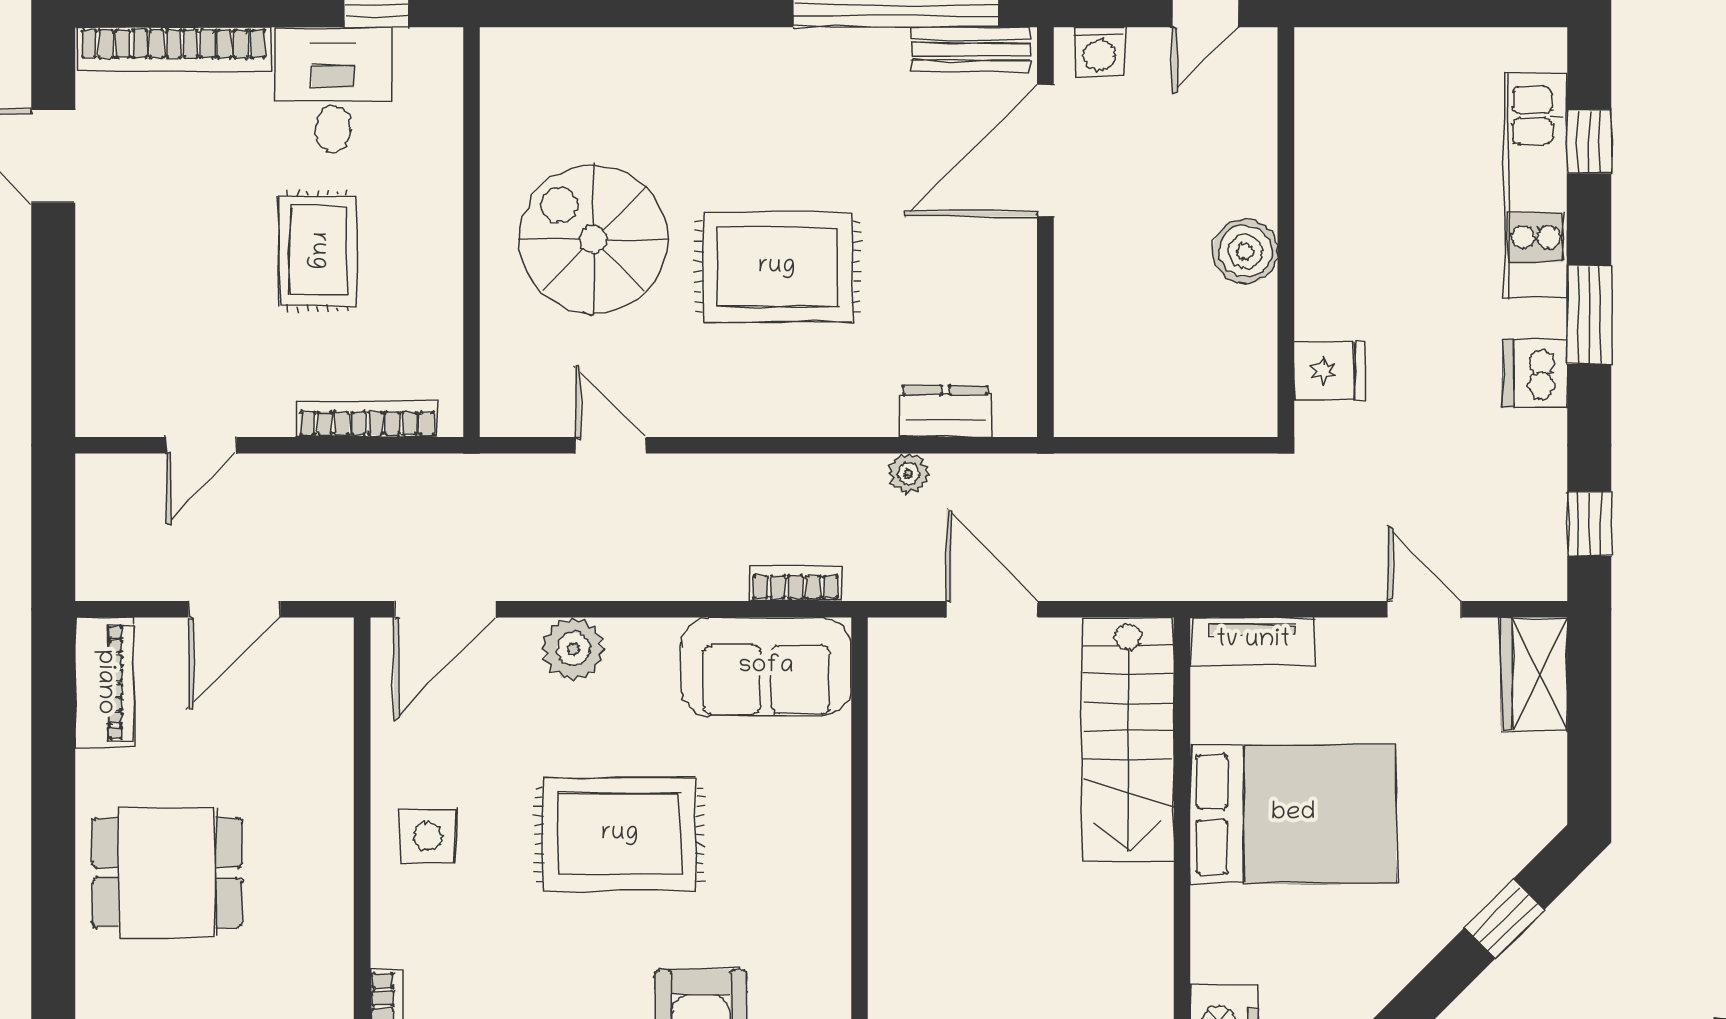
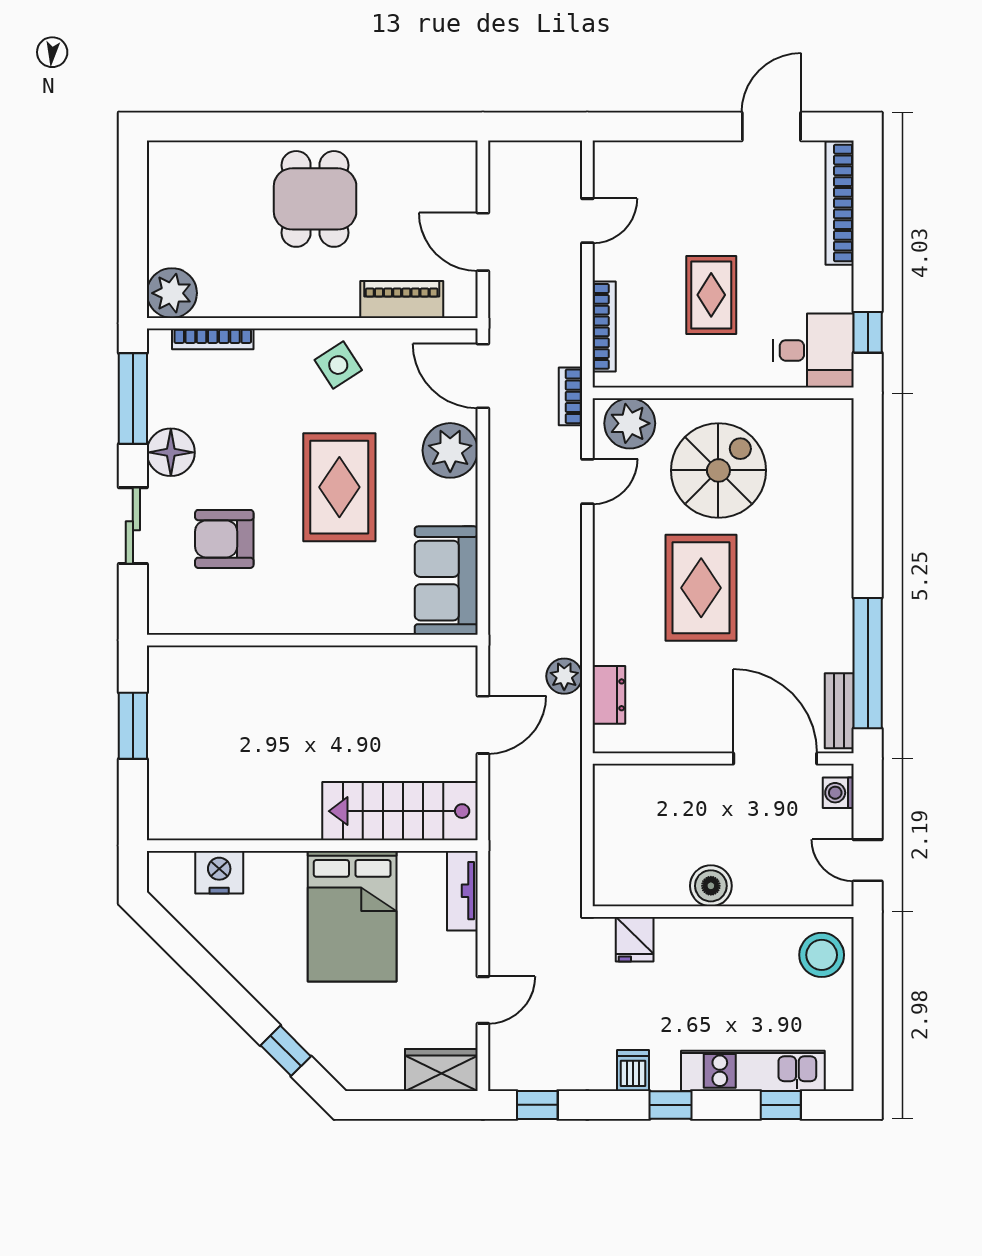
stool: (1354, 77) -> (822, 955), added
desk: (333, 90) -> (814, 350), moved
rug: (318, 251) -> (711, 295), turned 90
window: (1589, 315) -> (670, 1105), width x0.67
dishwasher: (1535, 373) -> (633, 1070), width x0.73
plant: (519, 379) -> (630, 423), added
door: (201, 445) -> (587, 221), swing flipped
plant: (909, 474) -> (564, 676), width x1.38, depth x1.38
bookcase: (795, 583) -> (570, 396), moved, turned 180
plant: (573, 649) -> (450, 450), width x1.36, depth x1.36
piano: (104, 682) -> (402, 299), moved, turned 180
side table: (428, 836) -> (338, 365), turned -33

